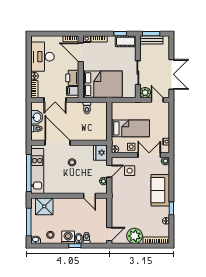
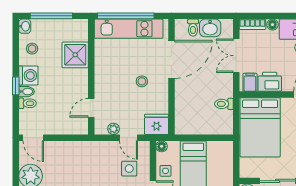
shower: (44, 206) -> (75, 55), moved

